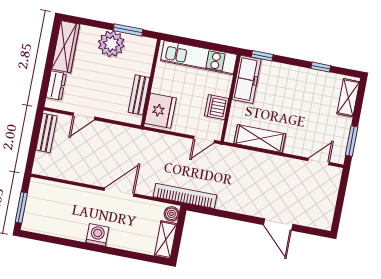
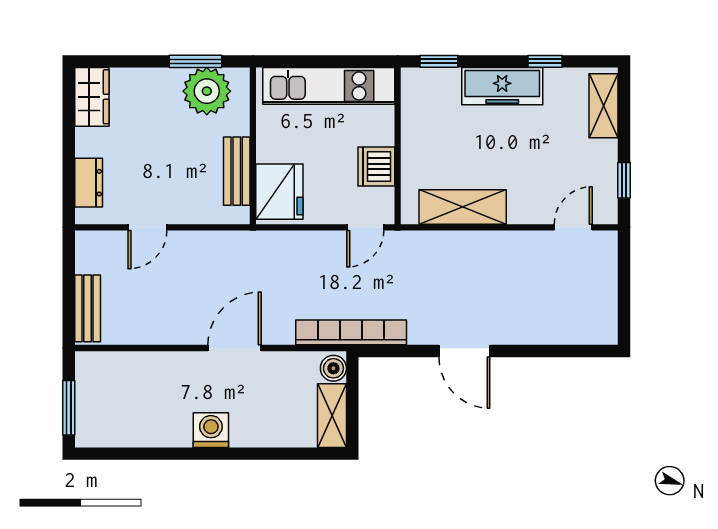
plant: (111, 44) -> (207, 91), moved
wardrobe: (66, 47) -> (92, 97), width x0.67
freezer: (247, 79) -> (502, 86), moved, turned 90
bench: (46, 133) -> (88, 308), moved
window: (352, 141) -> (624, 180), width x0.67
door: (278, 224) -> (464, 351), moved

